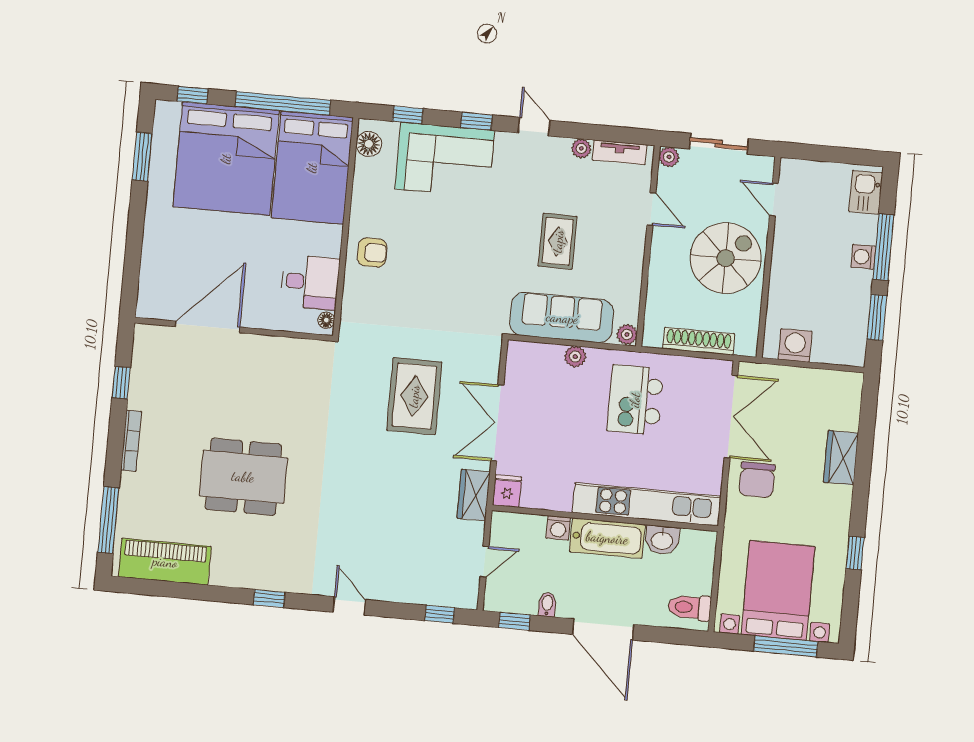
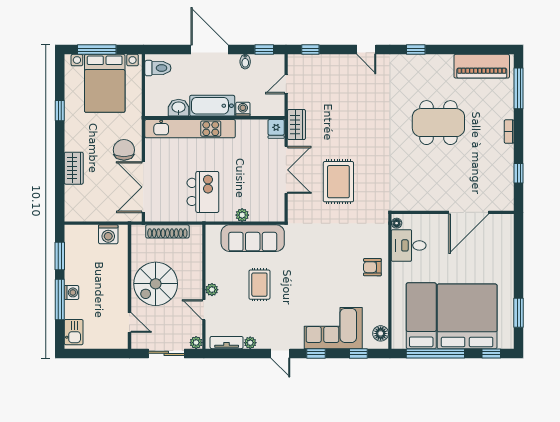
bed: (312, 168) -> (421, 316), width x0.67
plant: (627, 334) -> (212, 290), moved
bookcase: (131, 441) -> (509, 132), width x0.64

